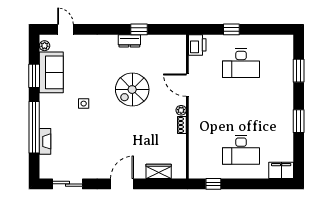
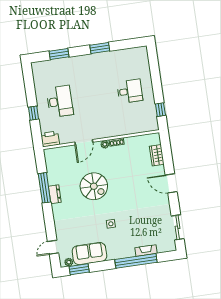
window: (139, 29) -> (44, 188), width x2.17
window: (34, 76) -> (79, 269), moved
desk: (241, 150) -> (130, 91), width x0.73
filing cabinet: (281, 170) -> (142, 56), removed

